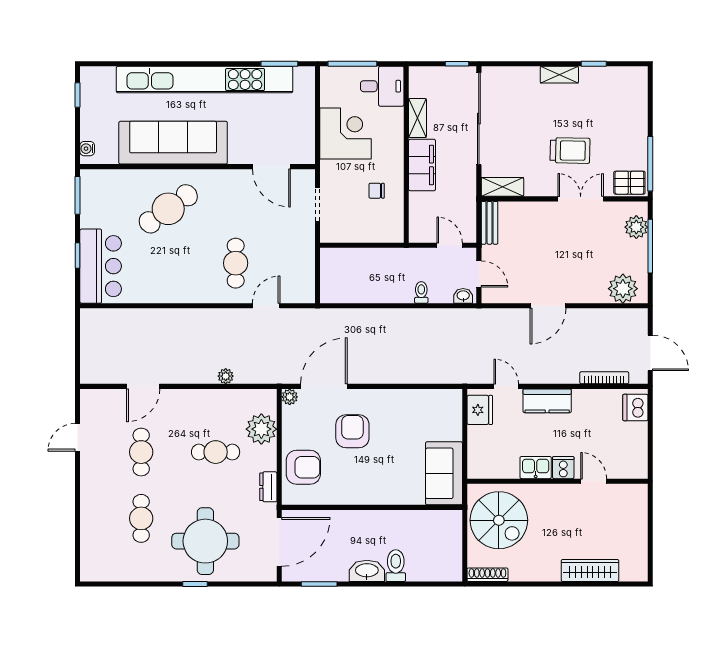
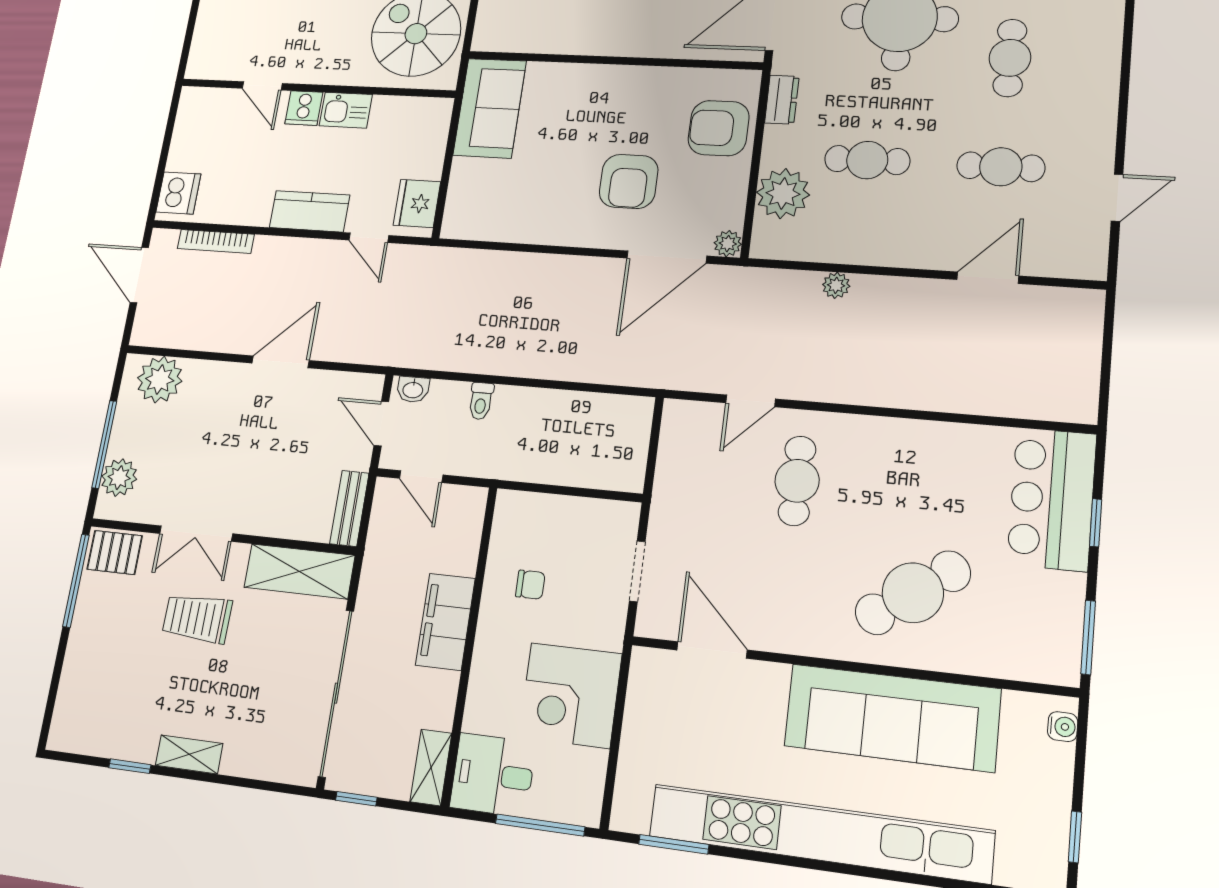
shelving: (417, 118) -> (431, 767), moved
shelving: (502, 187) -> (299, 571), width x1.50, depth x1.33
cafe table: (141, 452) -> (1001, 167), turned 90

